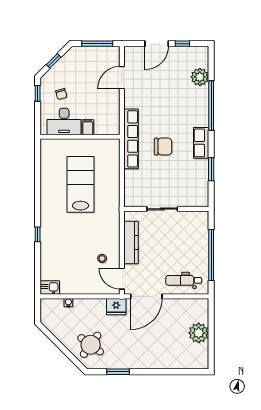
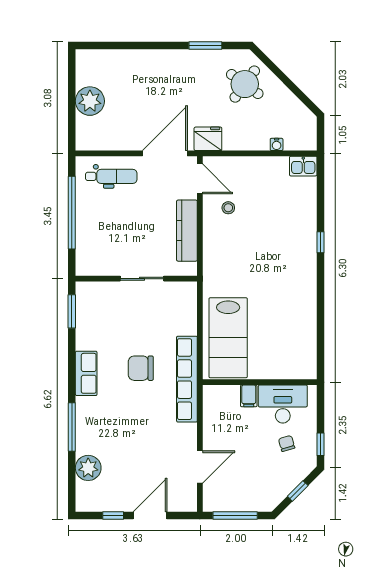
window: (211, 105) -> (72, 427), width x0.68
window: (211, 169) -> (72, 311), moved
lab bench: (81, 184) -> (228, 338), moved

